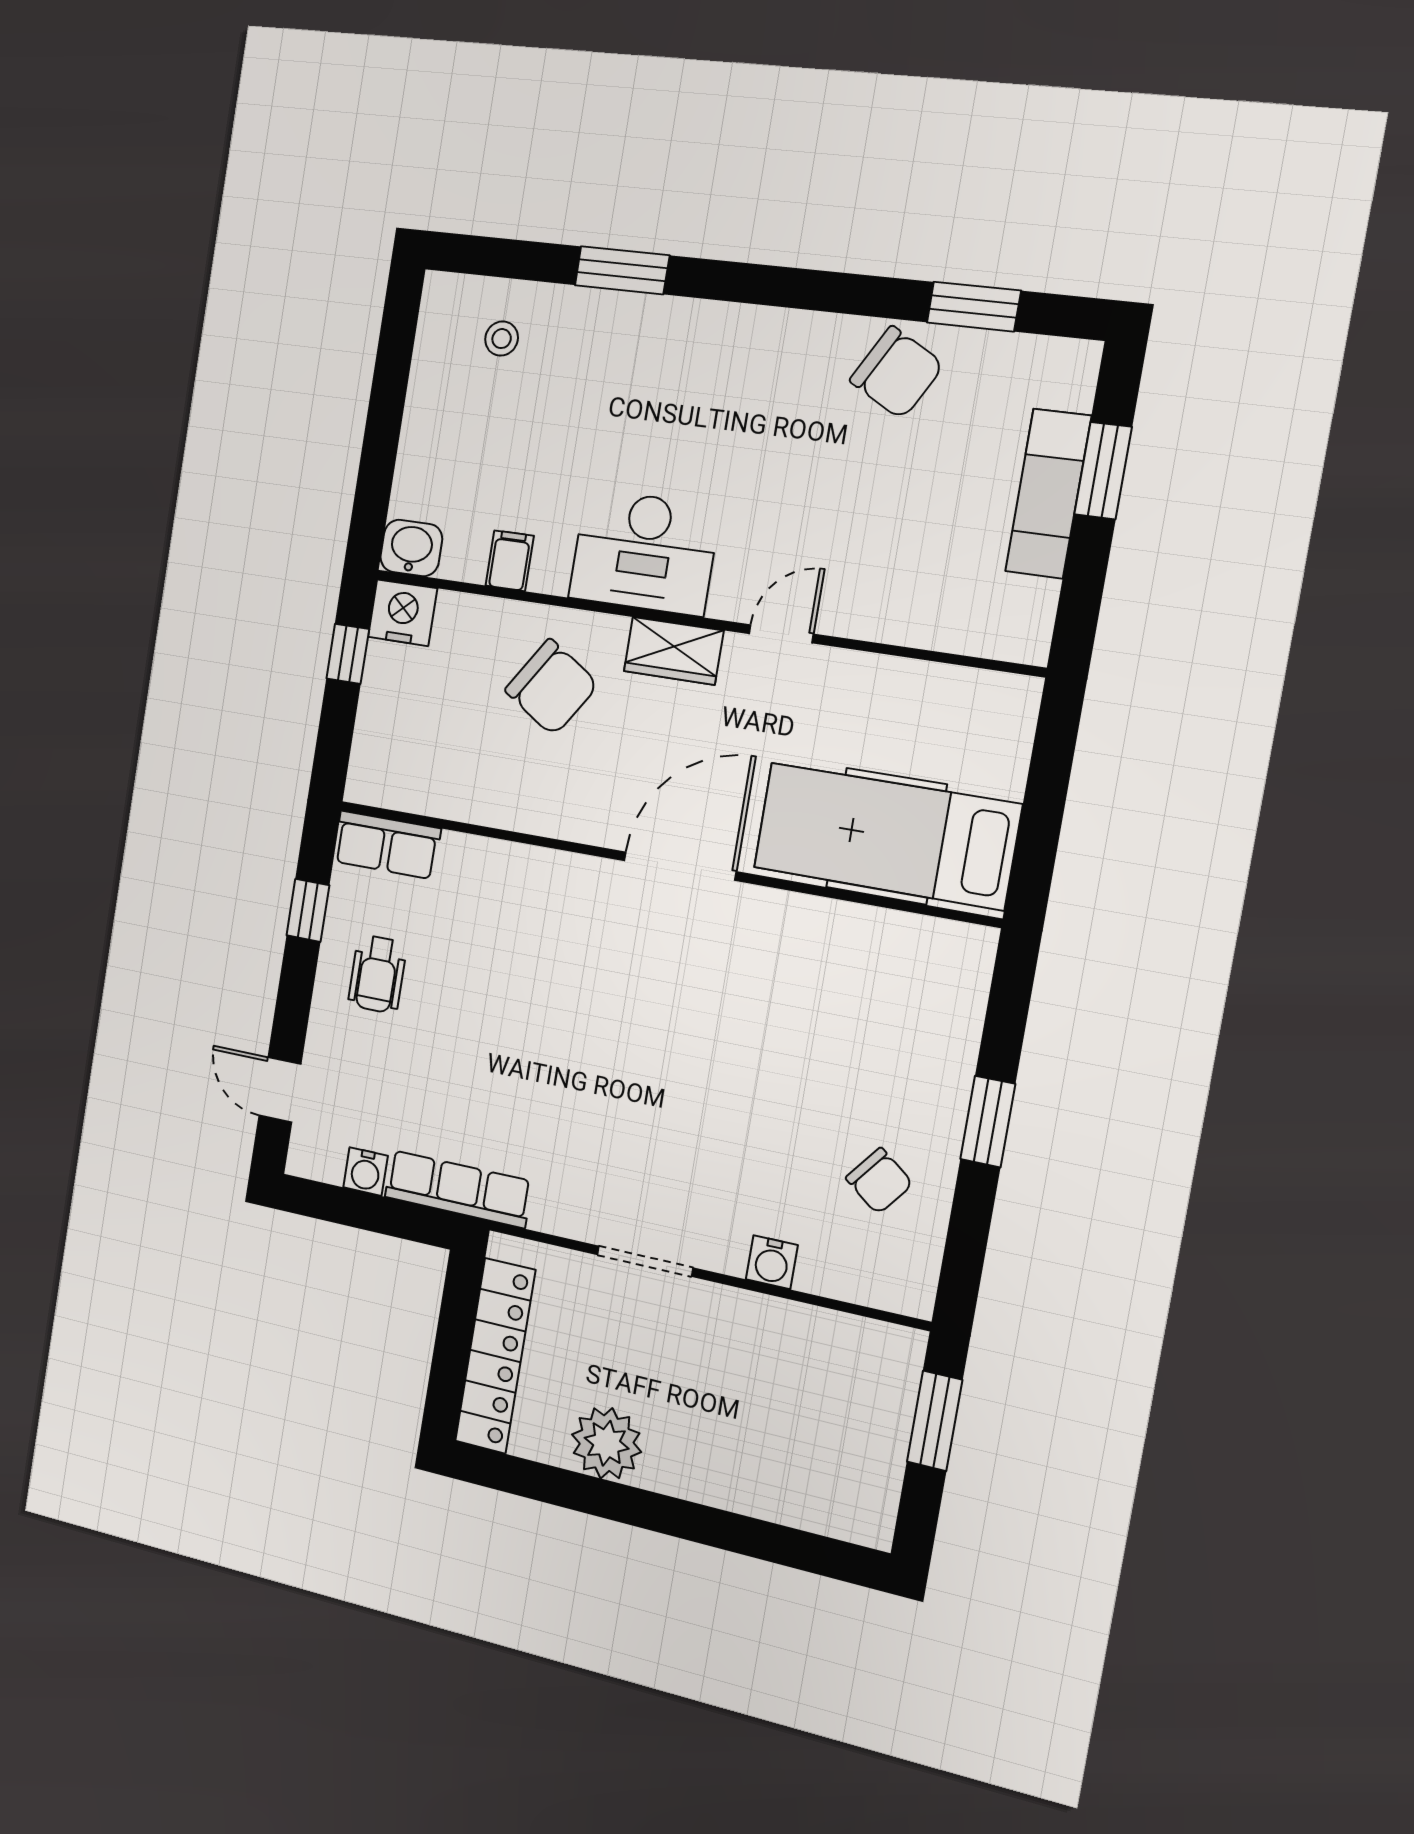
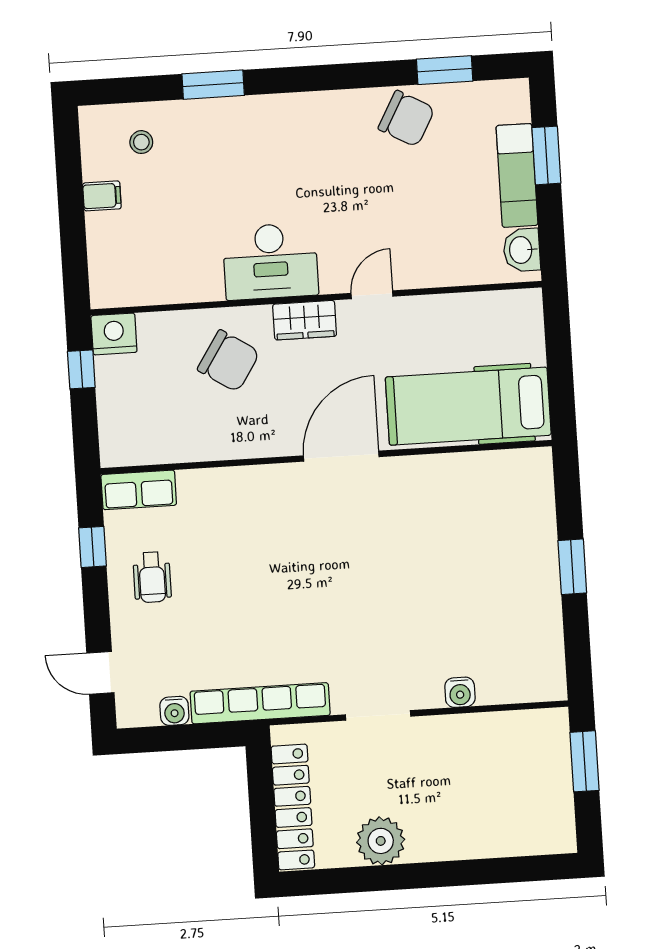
washbasin: (411, 548) -> (522, 250), moved, turned -90
filing cabinet: (510, 561) -> (102, 196), moved, turned 90
chair: (879, 1181) -> (515, 622), removed
row of seats: (458, 1189) -> (260, 703), width x1.36

